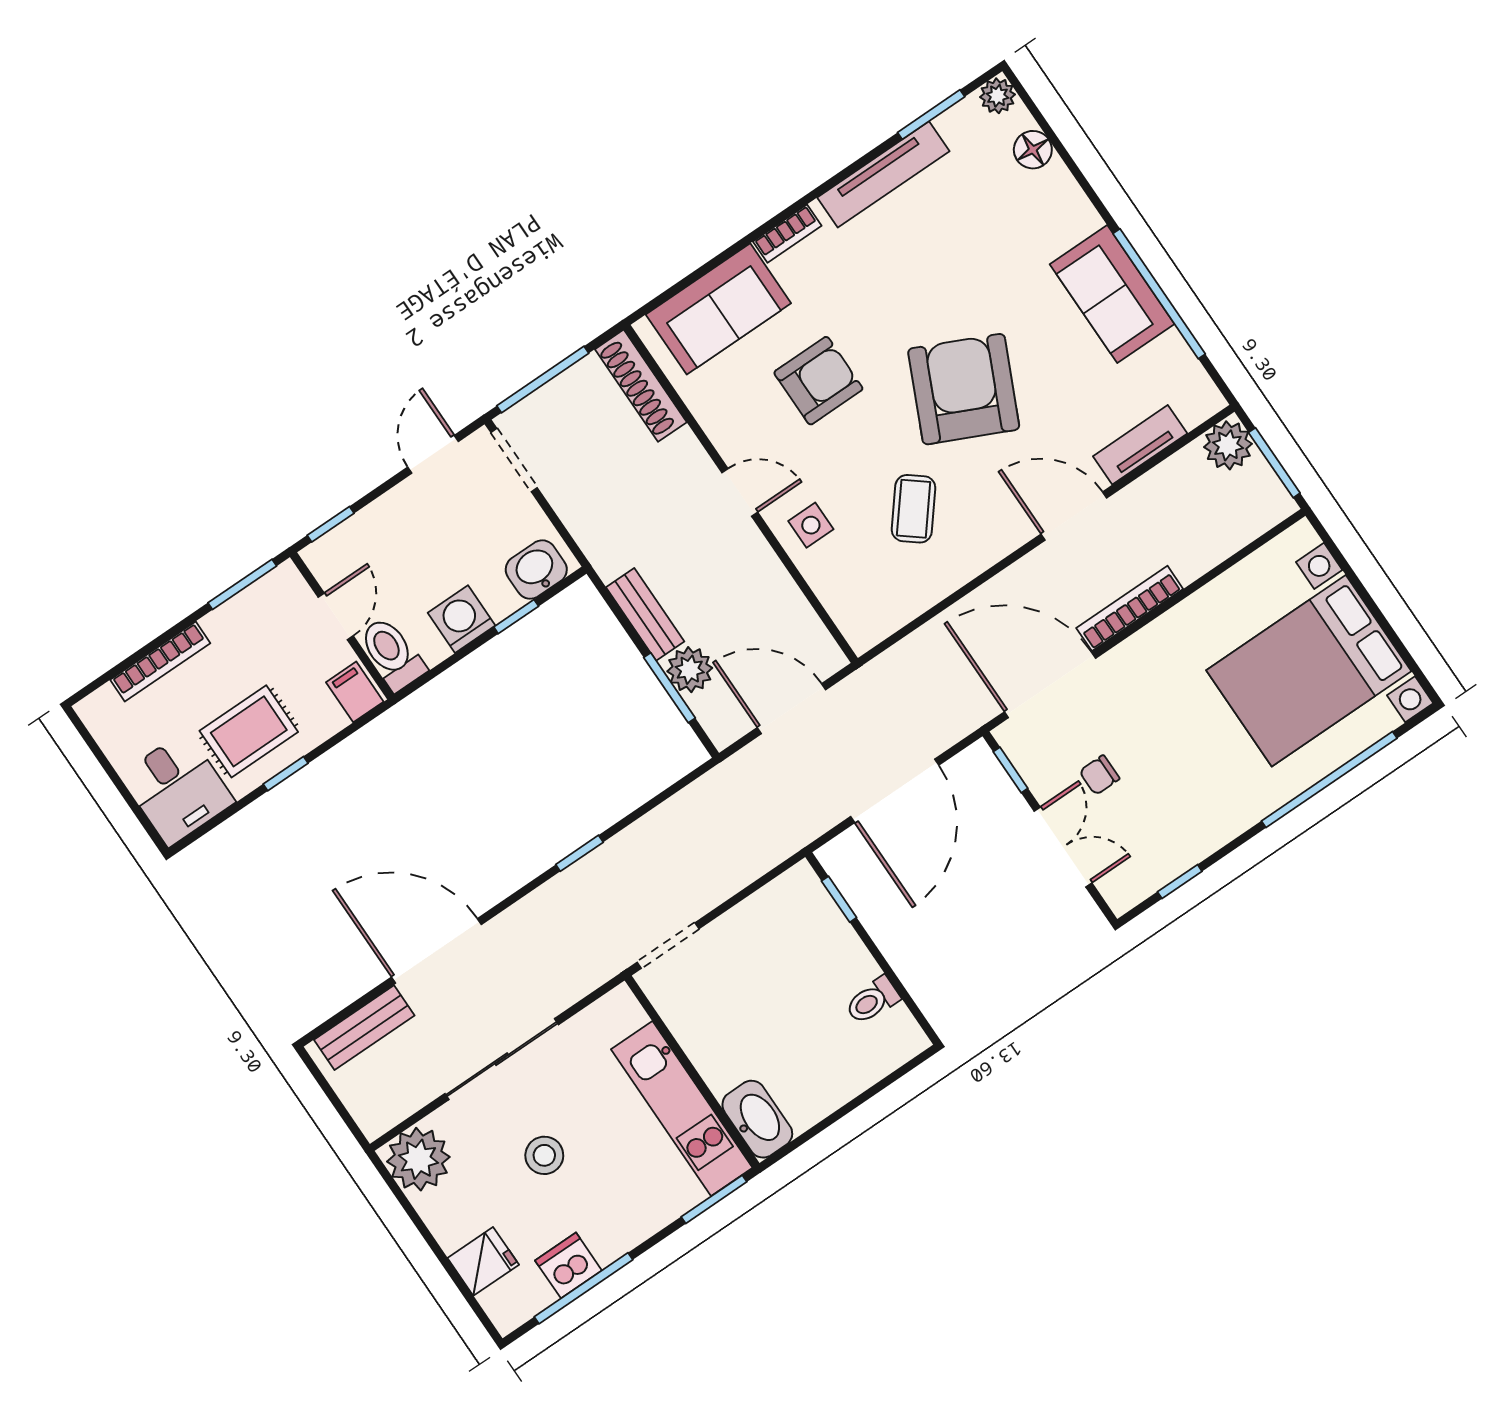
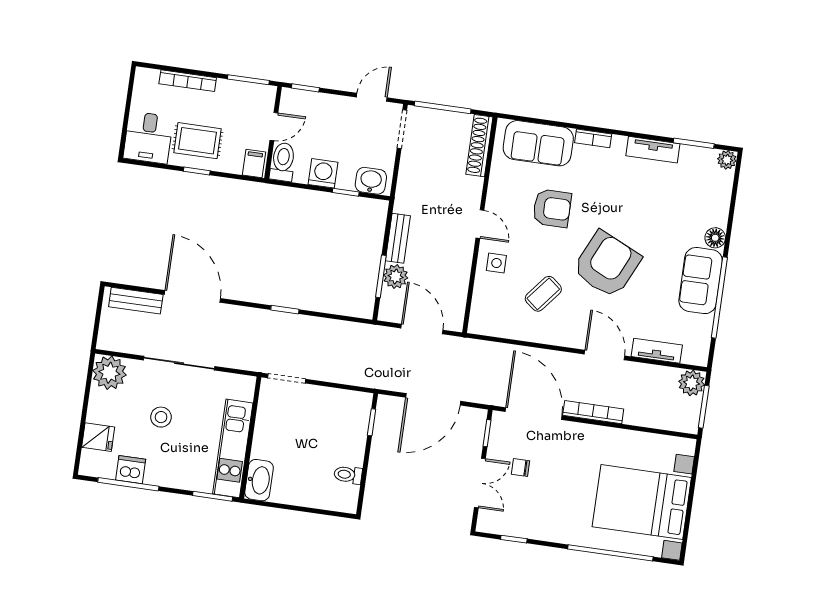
floor lamp: (1033, 150) -> (715, 238), moved
tv unit: (883, 174) -> (653, 150), width x0.71

